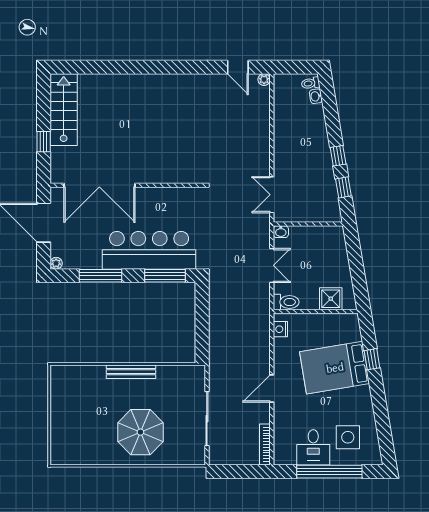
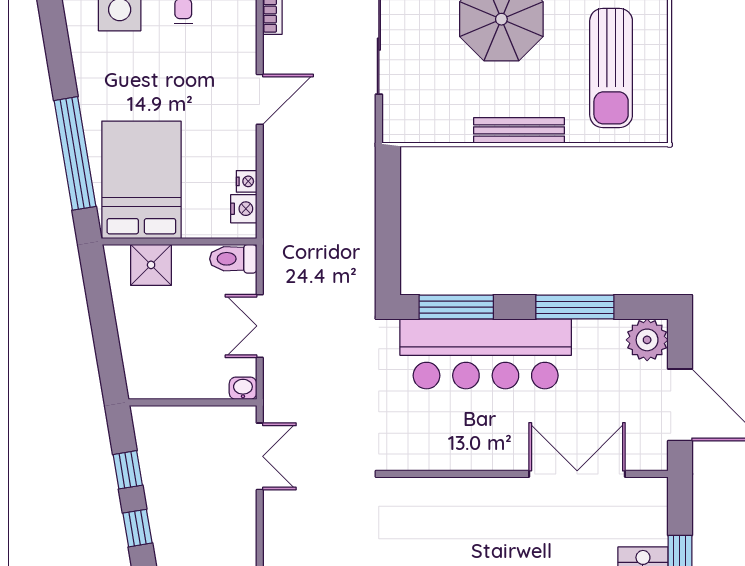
double door: (99, 185) -> (577, 474), width x0.73
plant: (56, 263) -> (647, 340), width x1.87, depth x1.87
nightstand: (279, 344) -> (247, 181), added
window: (372, 359) -> (75, 153), width x3.17
bed: (335, 368) -> (141, 180), moved, turned -81
sun lounger: (81, 406) -> (611, 68), added

